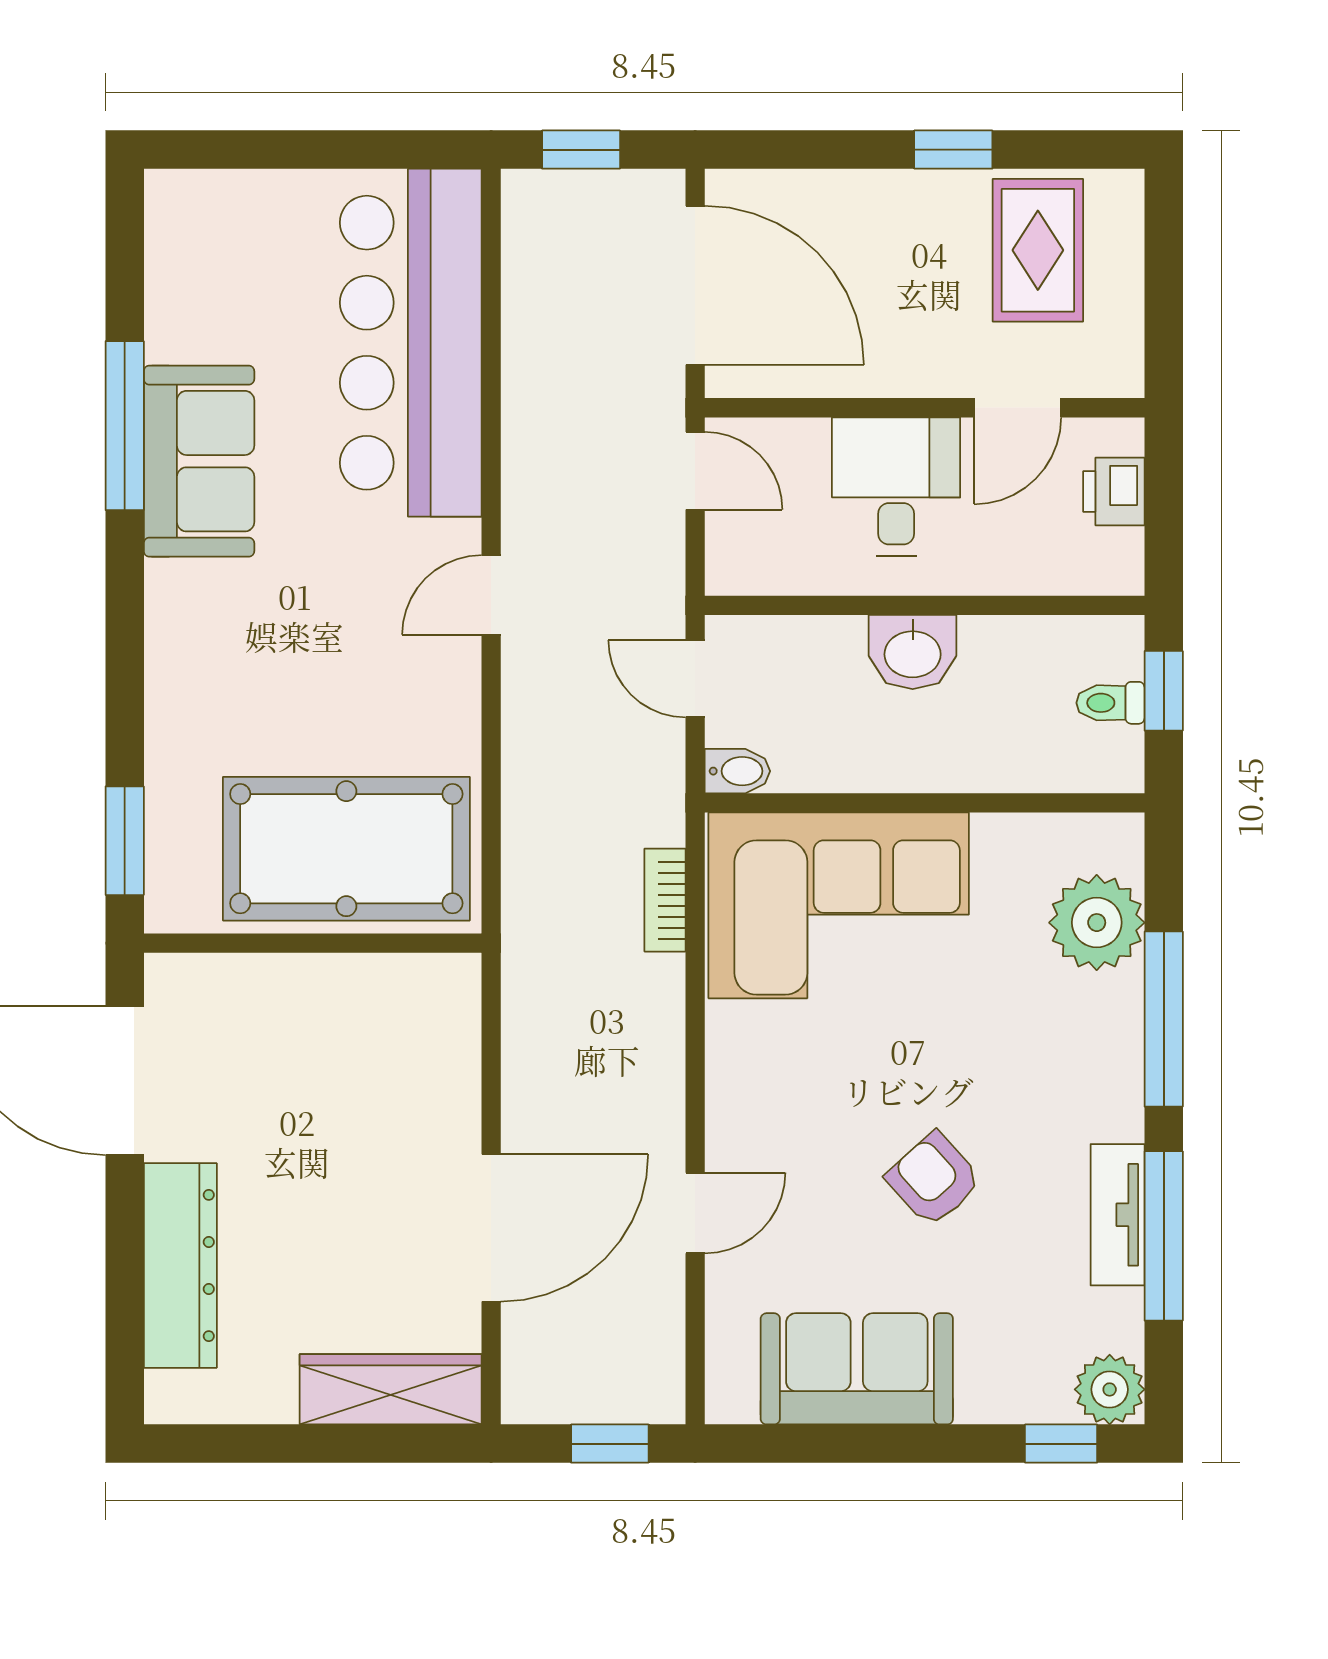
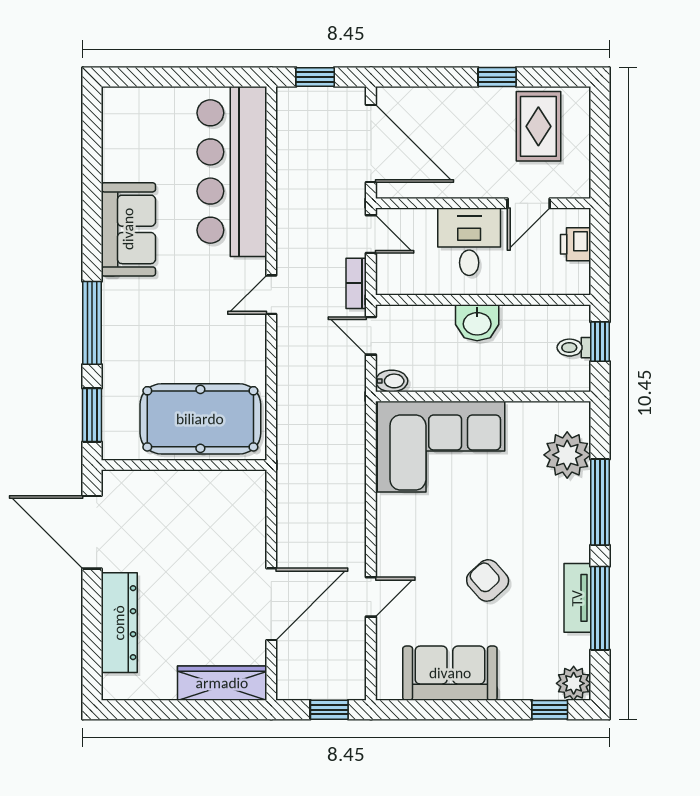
window: (125, 426) -> (92, 323), moved
bookcase: (665, 900) -> (356, 283), moved

